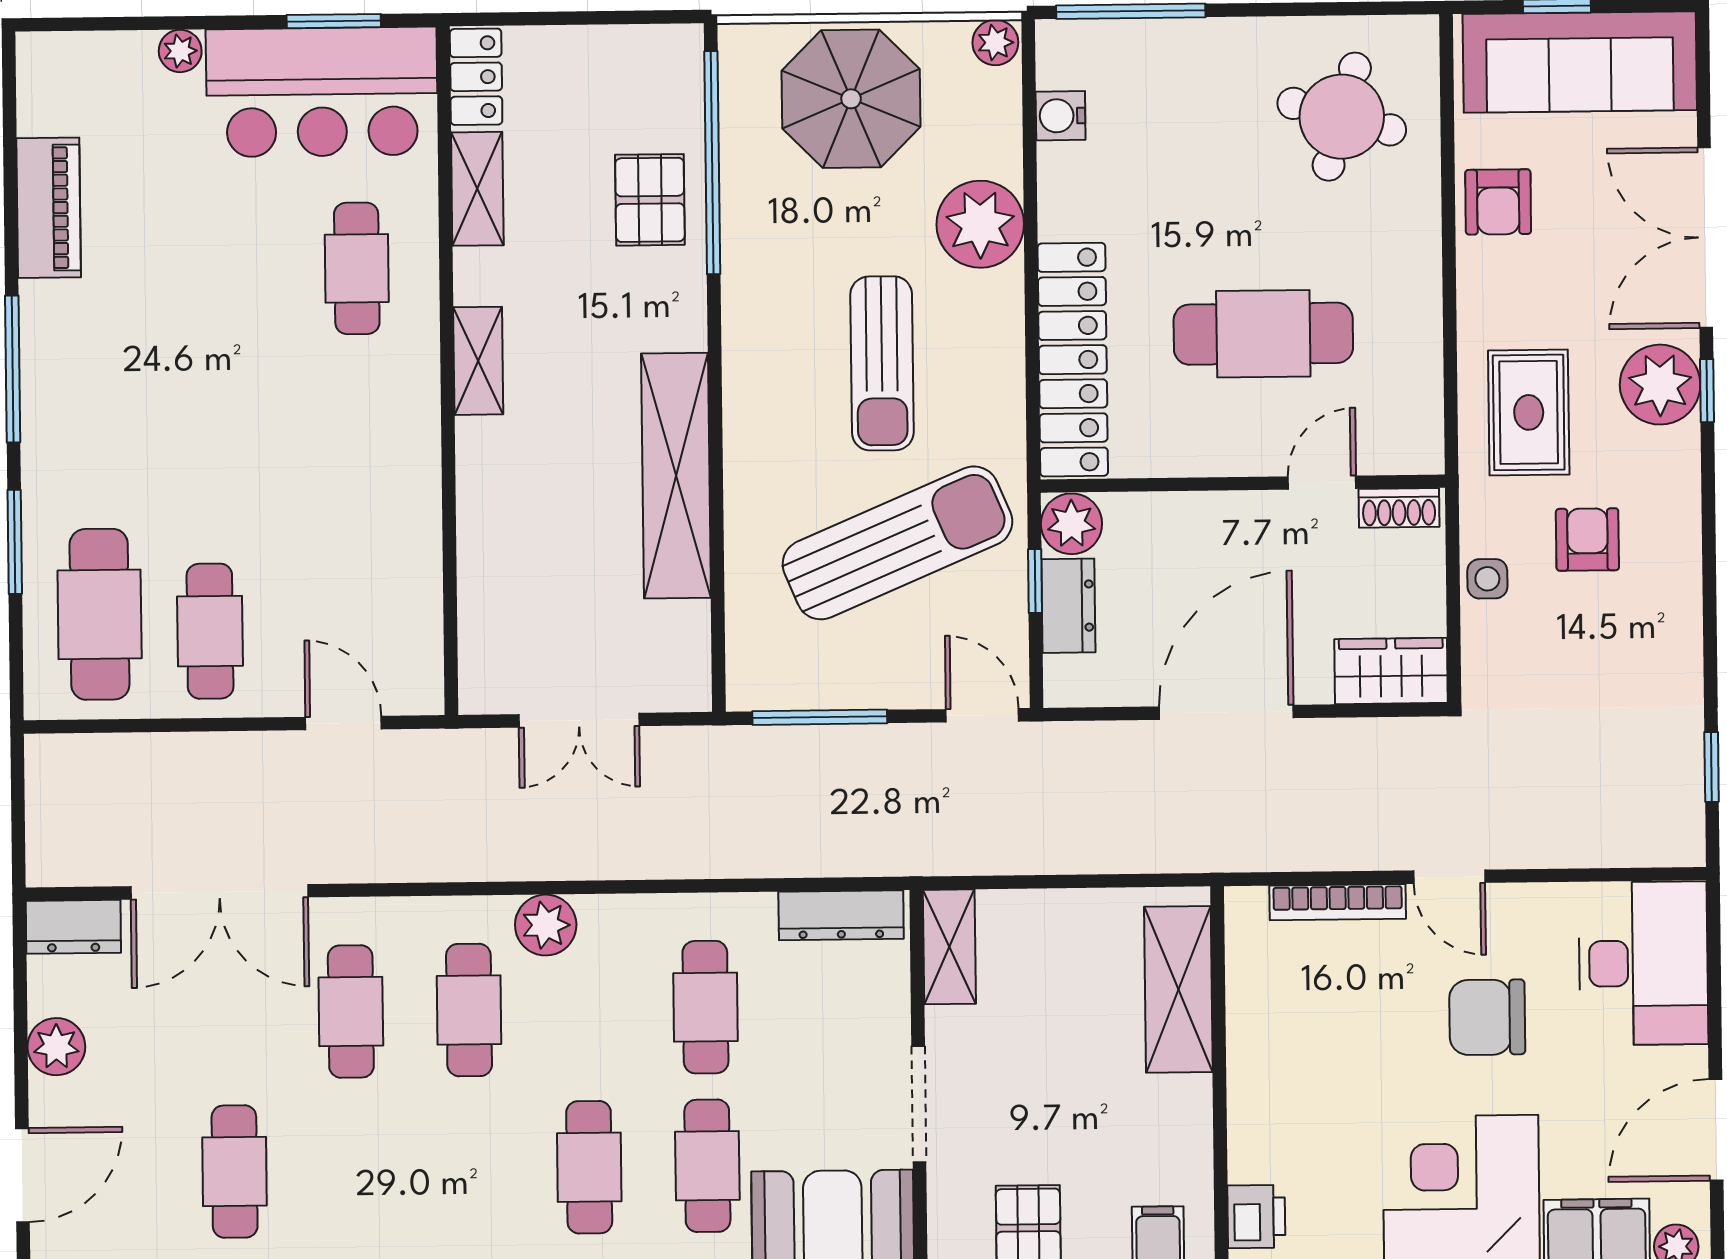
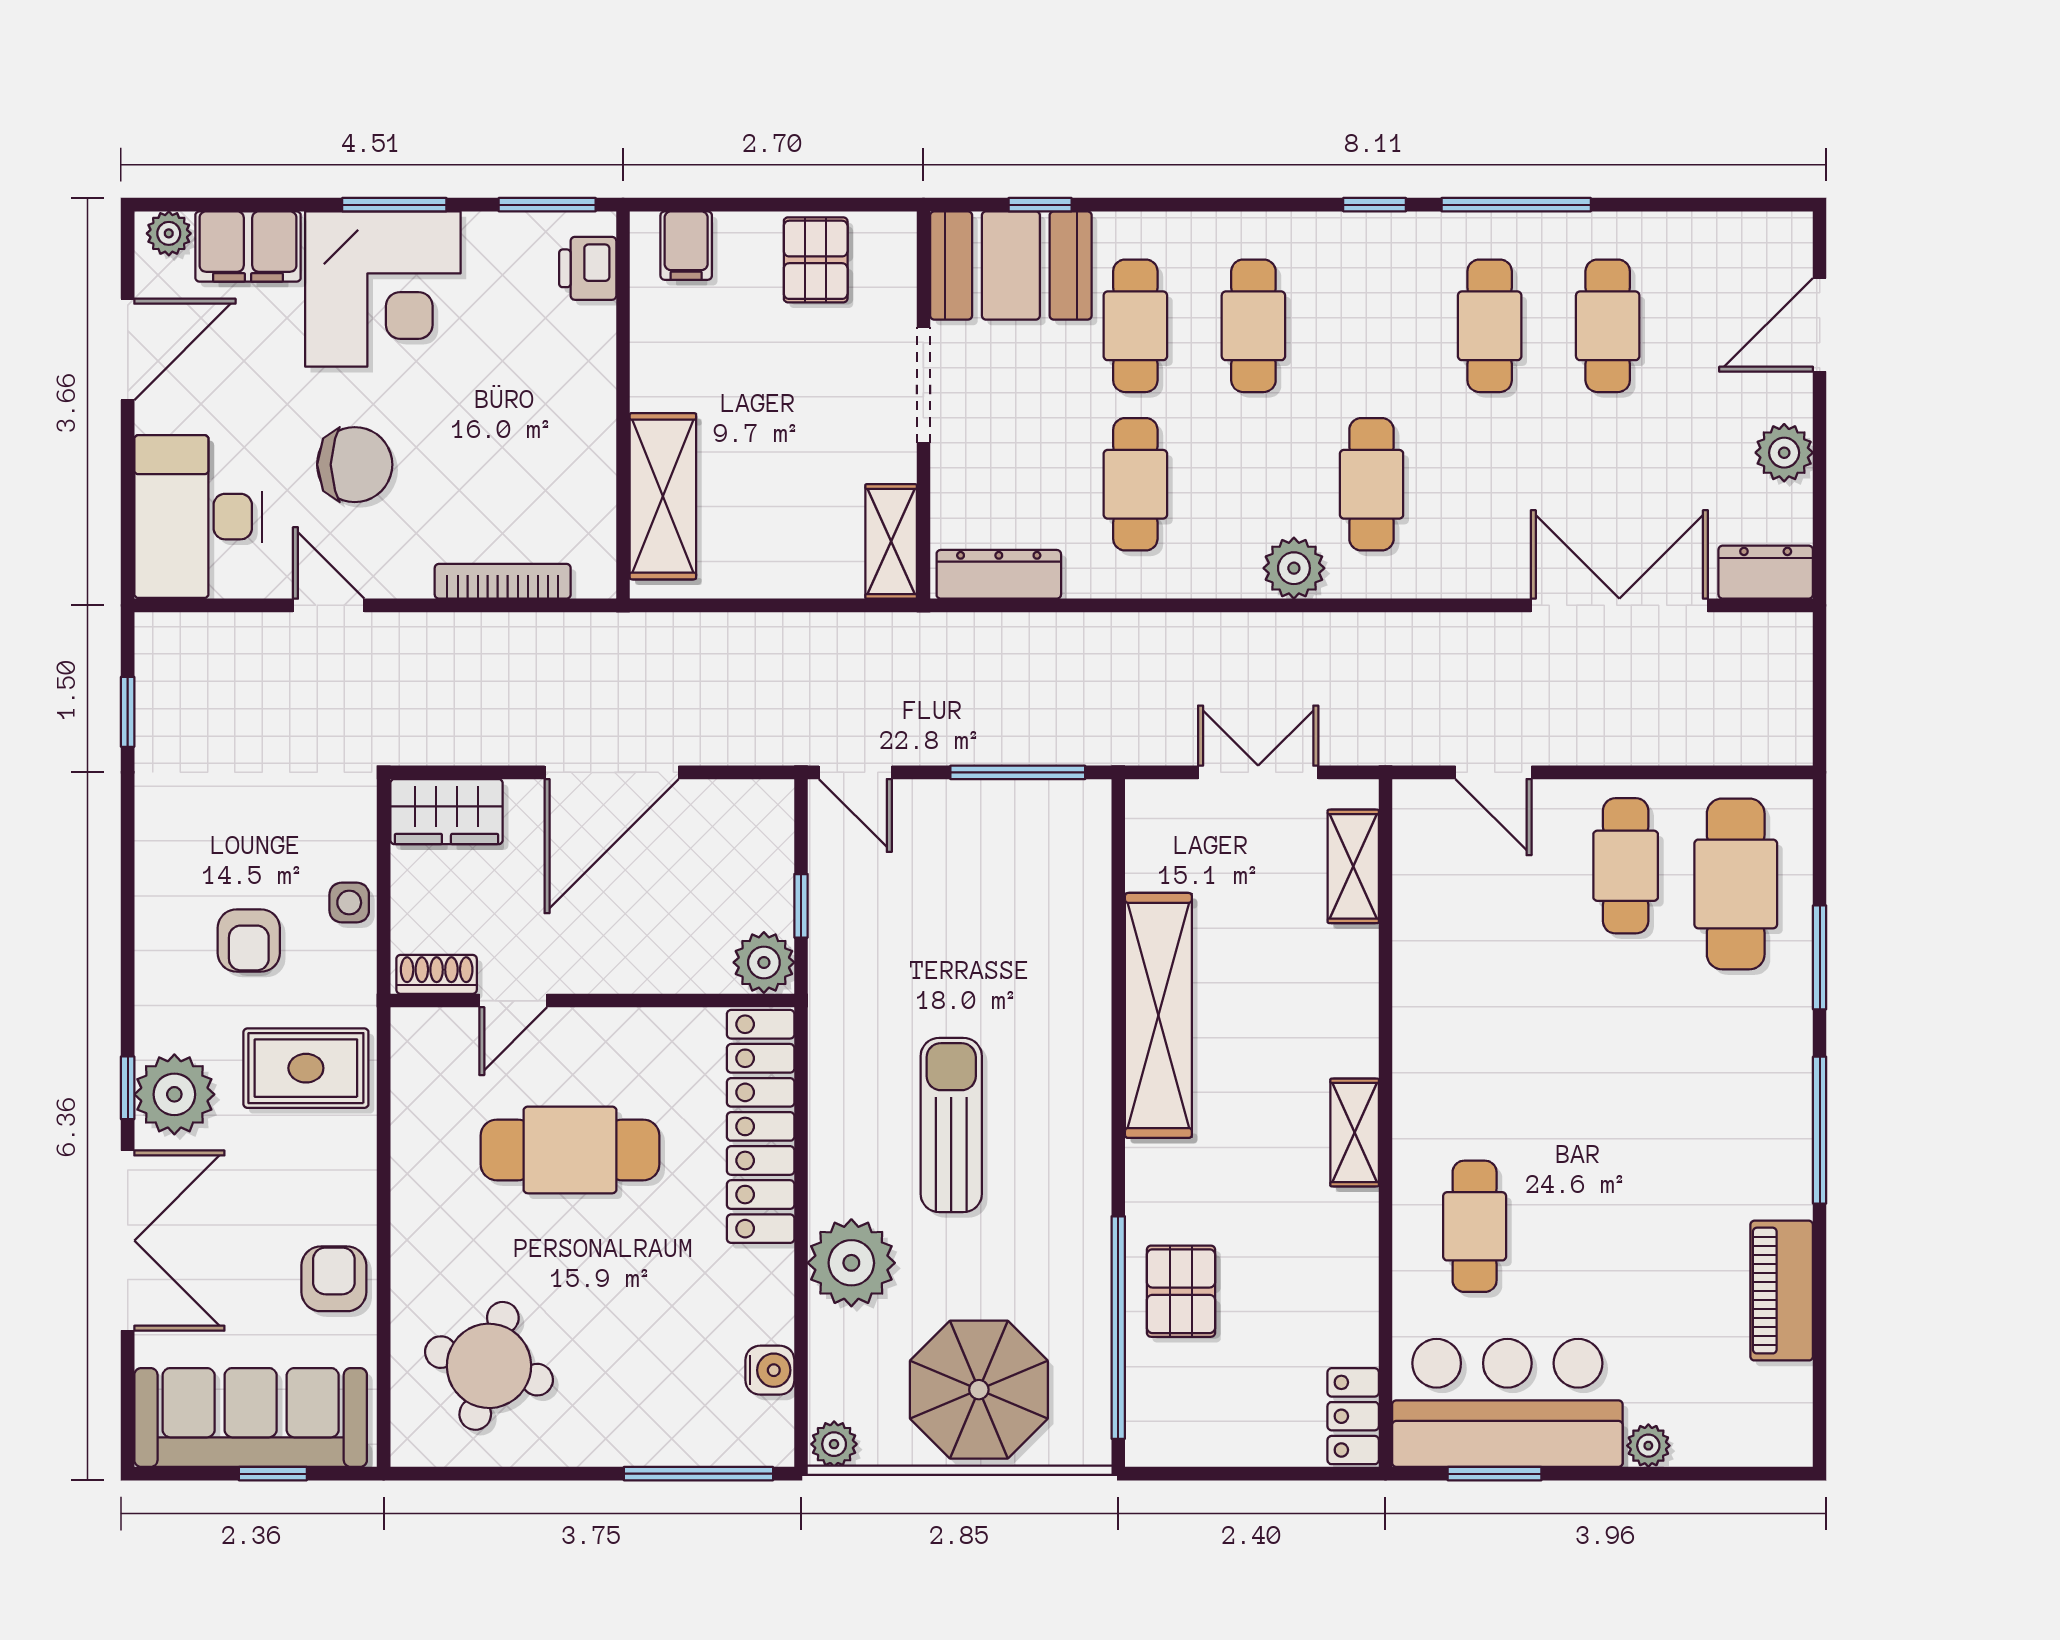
shelving: (477, 189) -> (1353, 866), moved
rug: (1529, 412) -> (306, 1068), turned 90
sun lounger: (897, 543) -> (938, 945), removed
dresser: (1068, 606) -> (768, 881), removed
door: (1449, 877) -> (329, 605), moved
cafe table: (351, 1011) -> (1490, 326), moved

